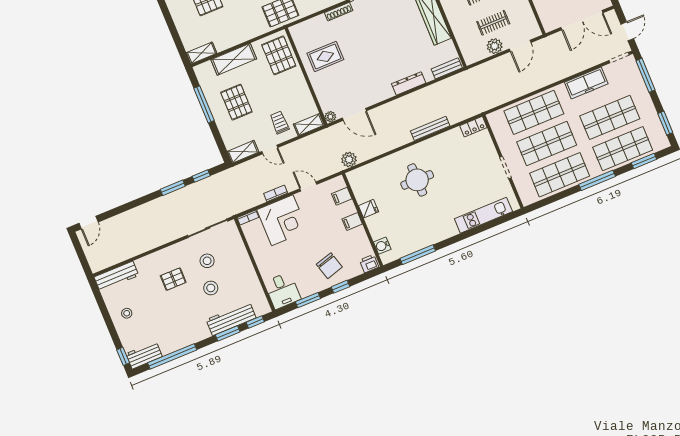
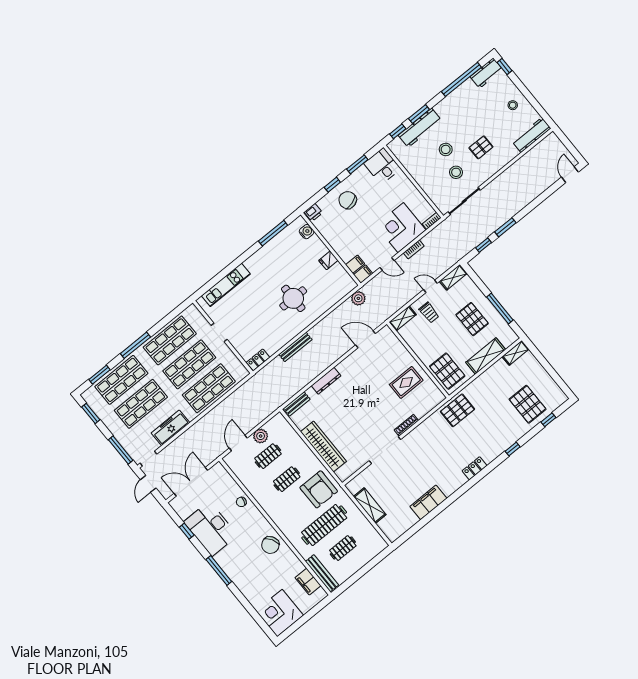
plant: (330, 117) -> (386, 331), removed
filing cabinet: (352, 221) -> (363, 274), moved

